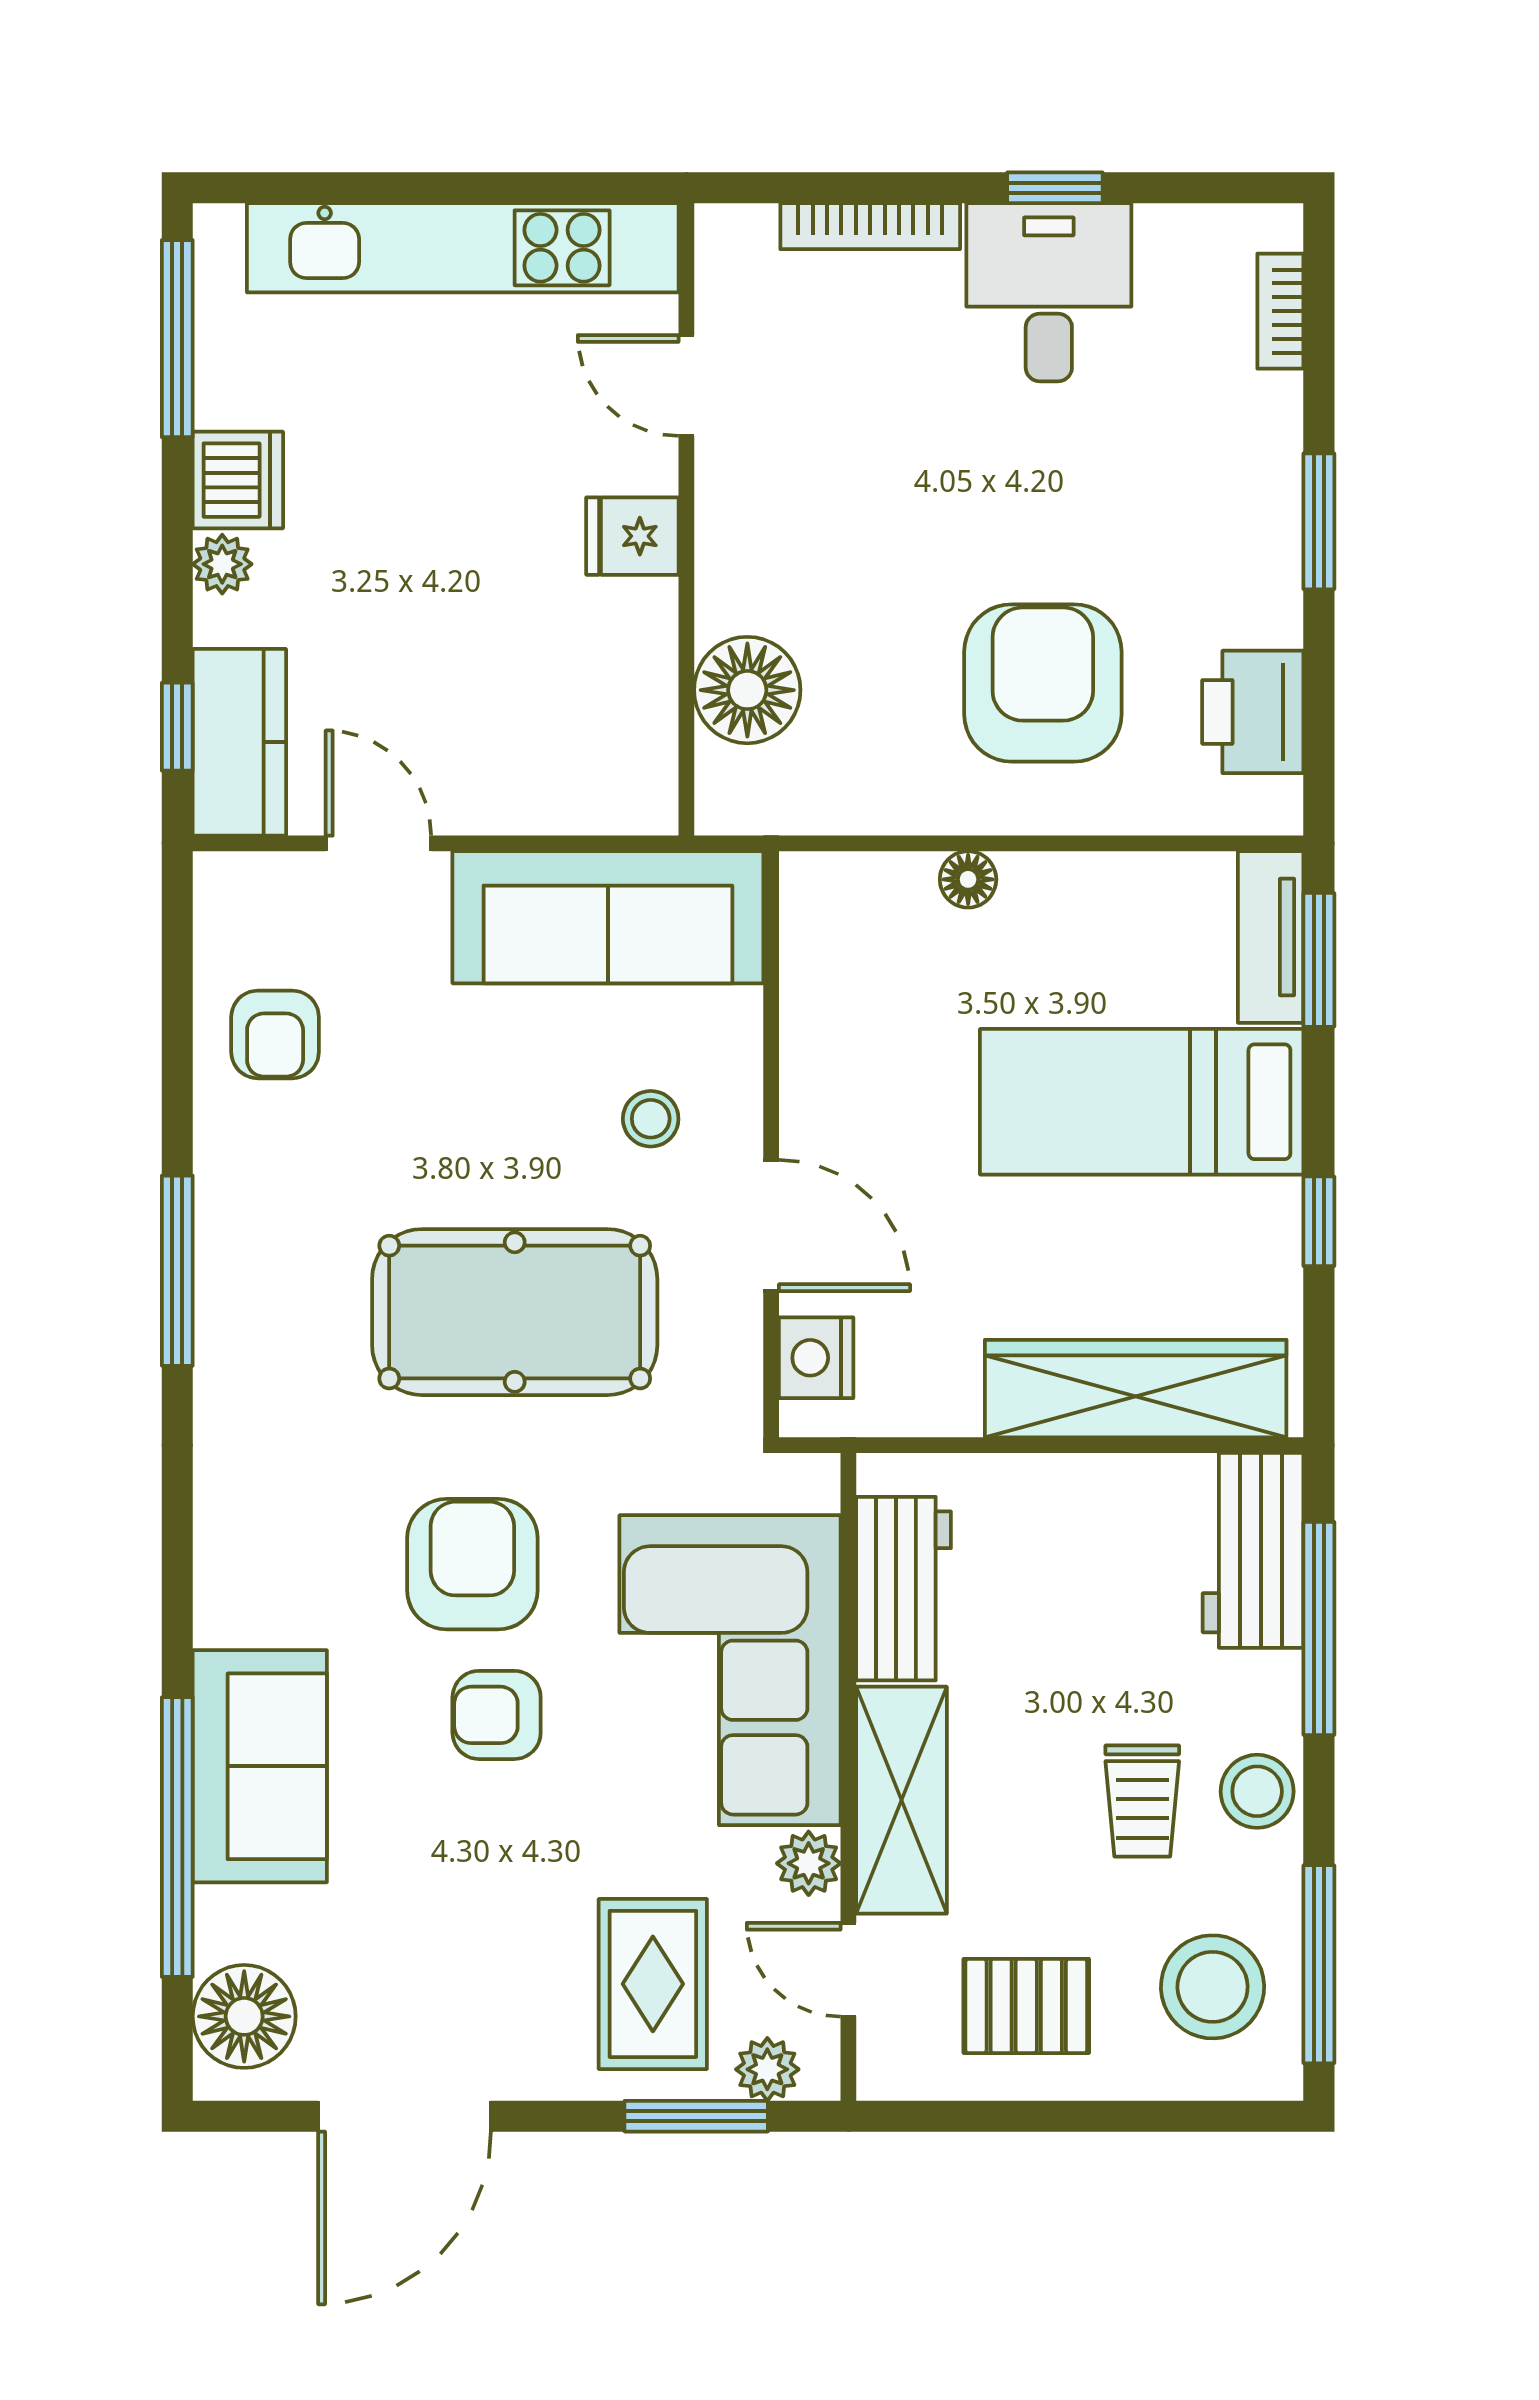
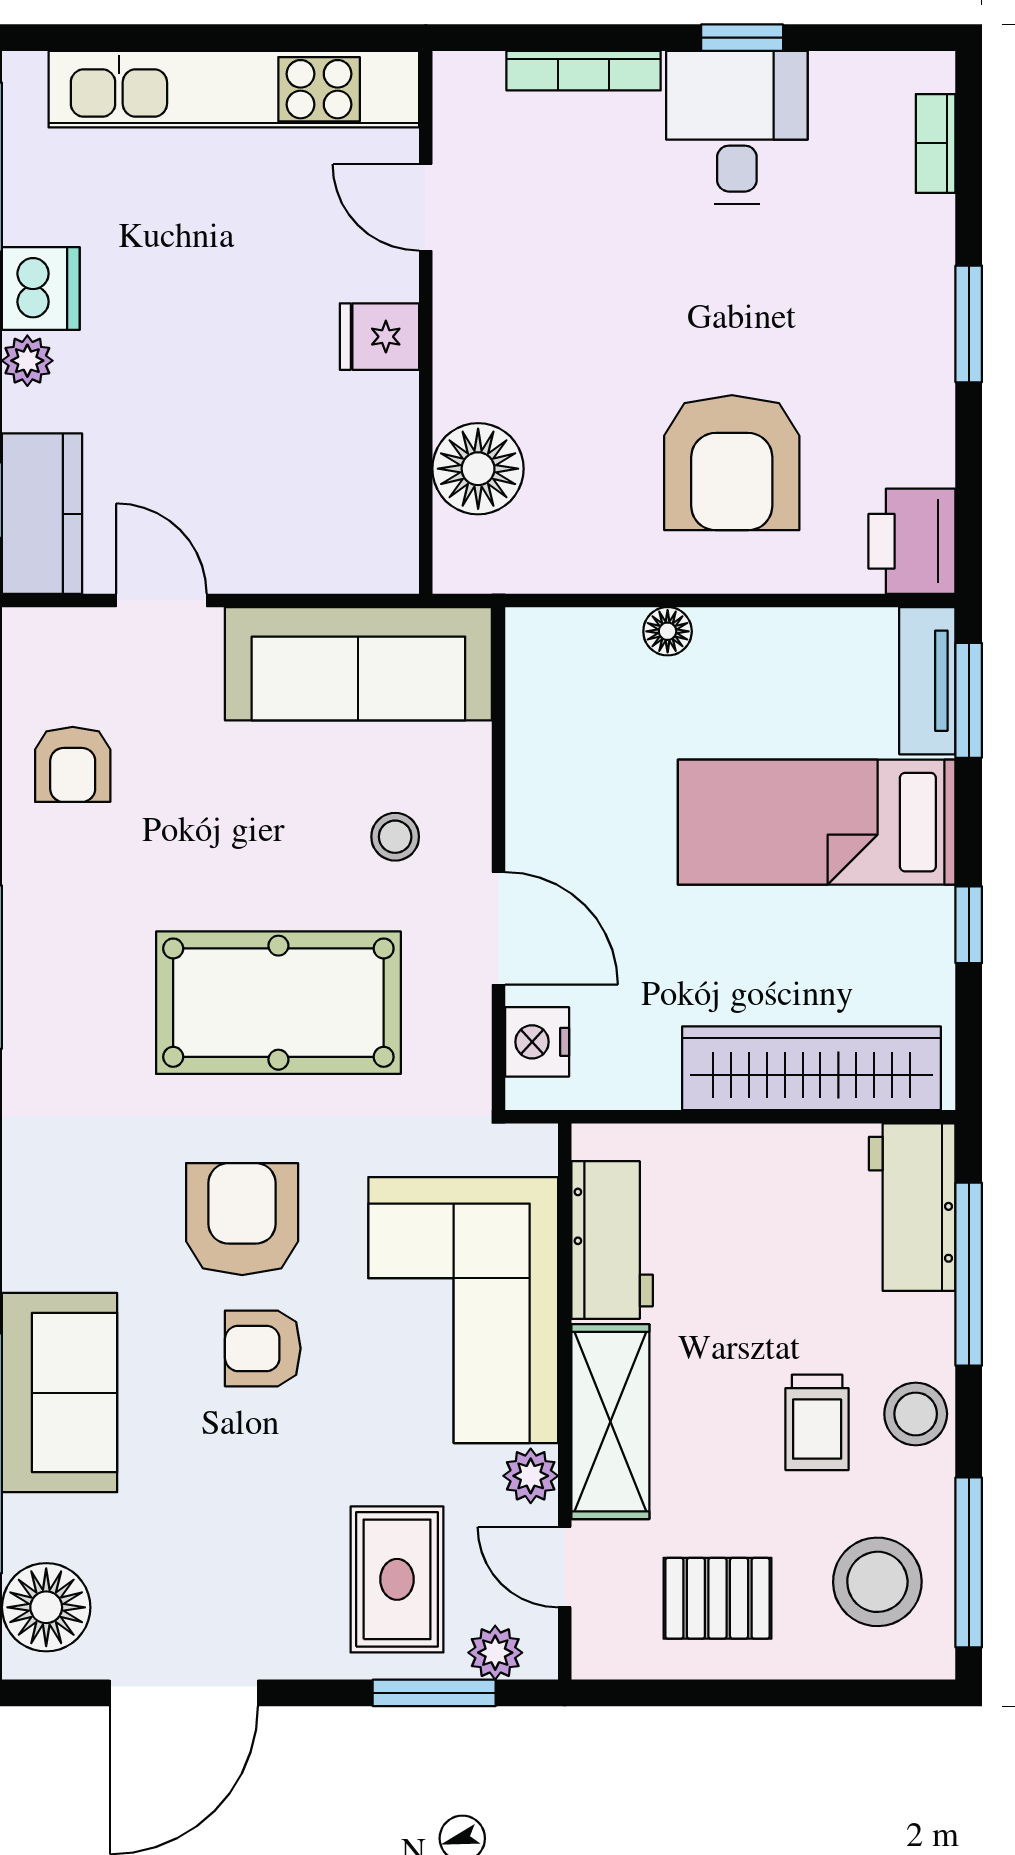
armchair: (1043, 683) -> (732, 463), turned 180
printer: (1253, 712) -> (912, 541), moved

